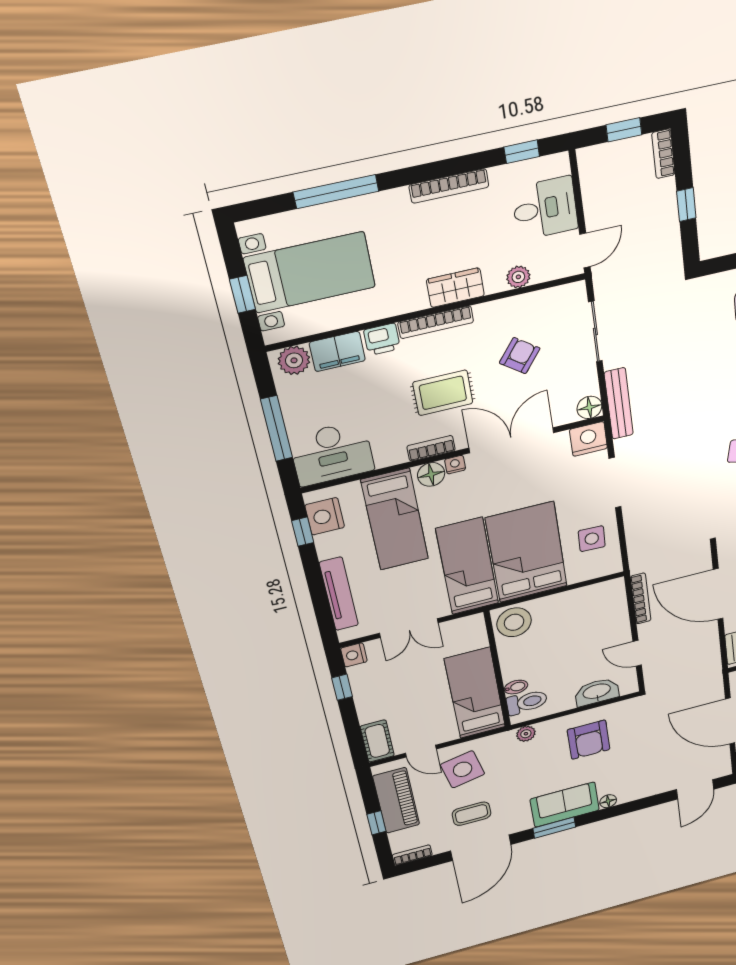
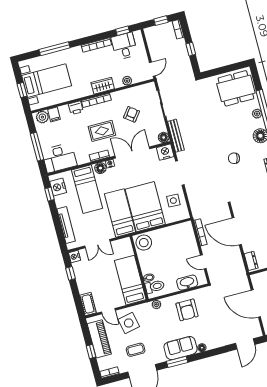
desk: (545, 208) -> (124, 46), moved, turned -90
filing cabinet: (337, 352) -> (54, 114), width x0.50

